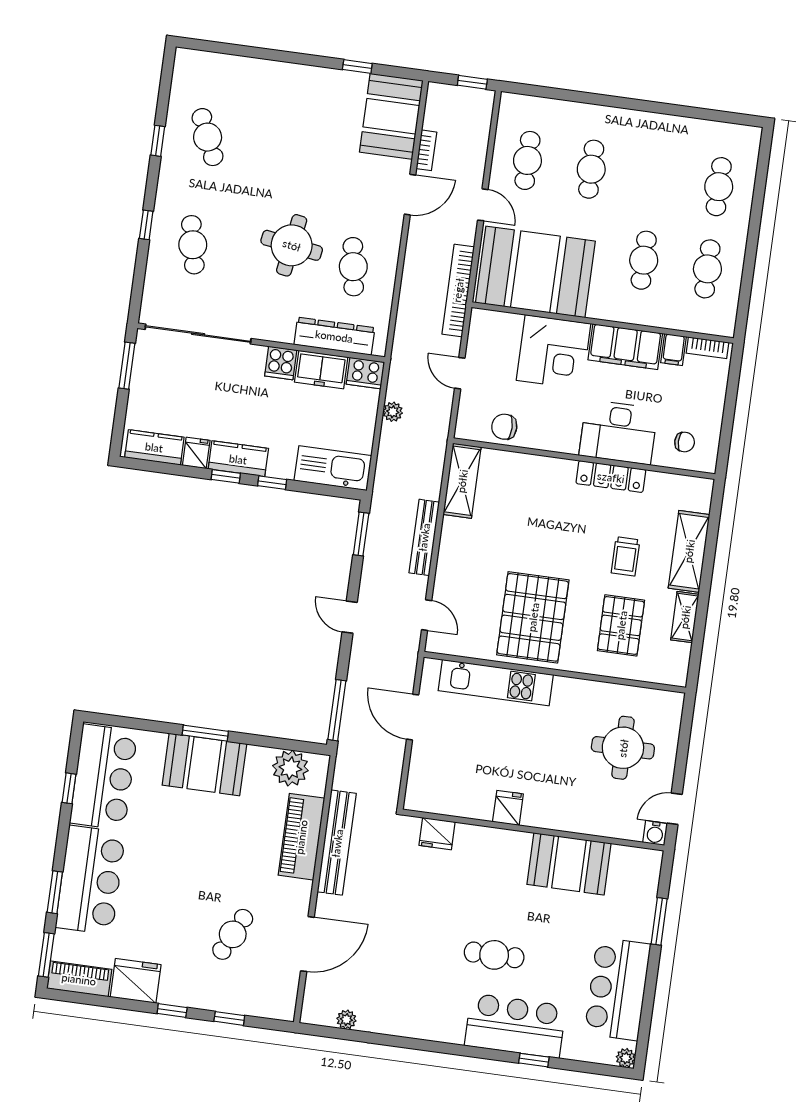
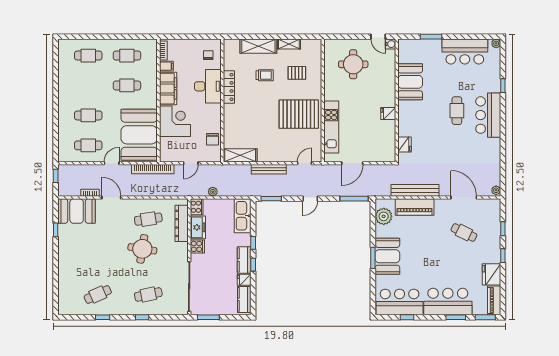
pallet: (621, 625) -> (297, 73), width x0.67, depth x0.71
plant: (346, 1020) -> (496, 190), moved
bar counter: (515, 1026) -> (488, 115), moved

